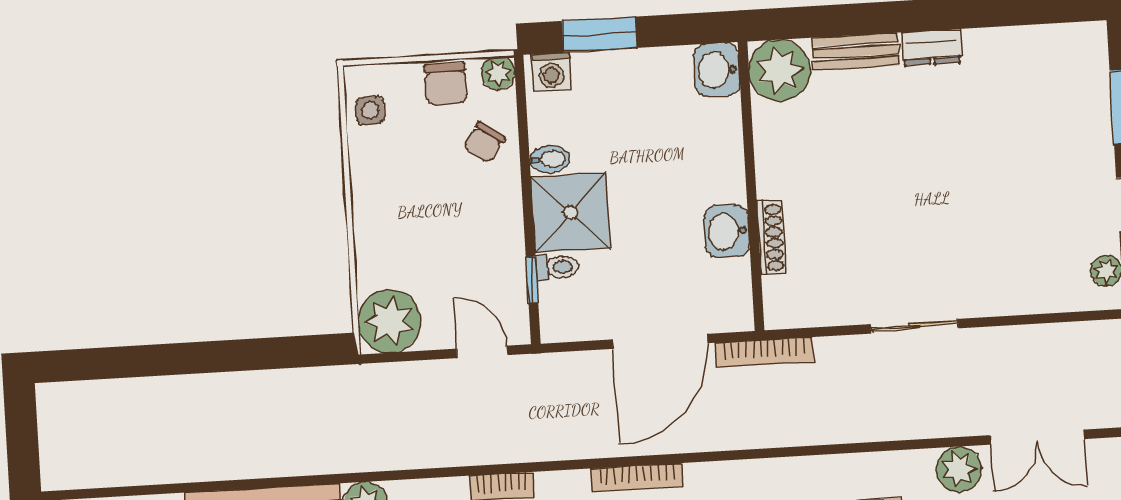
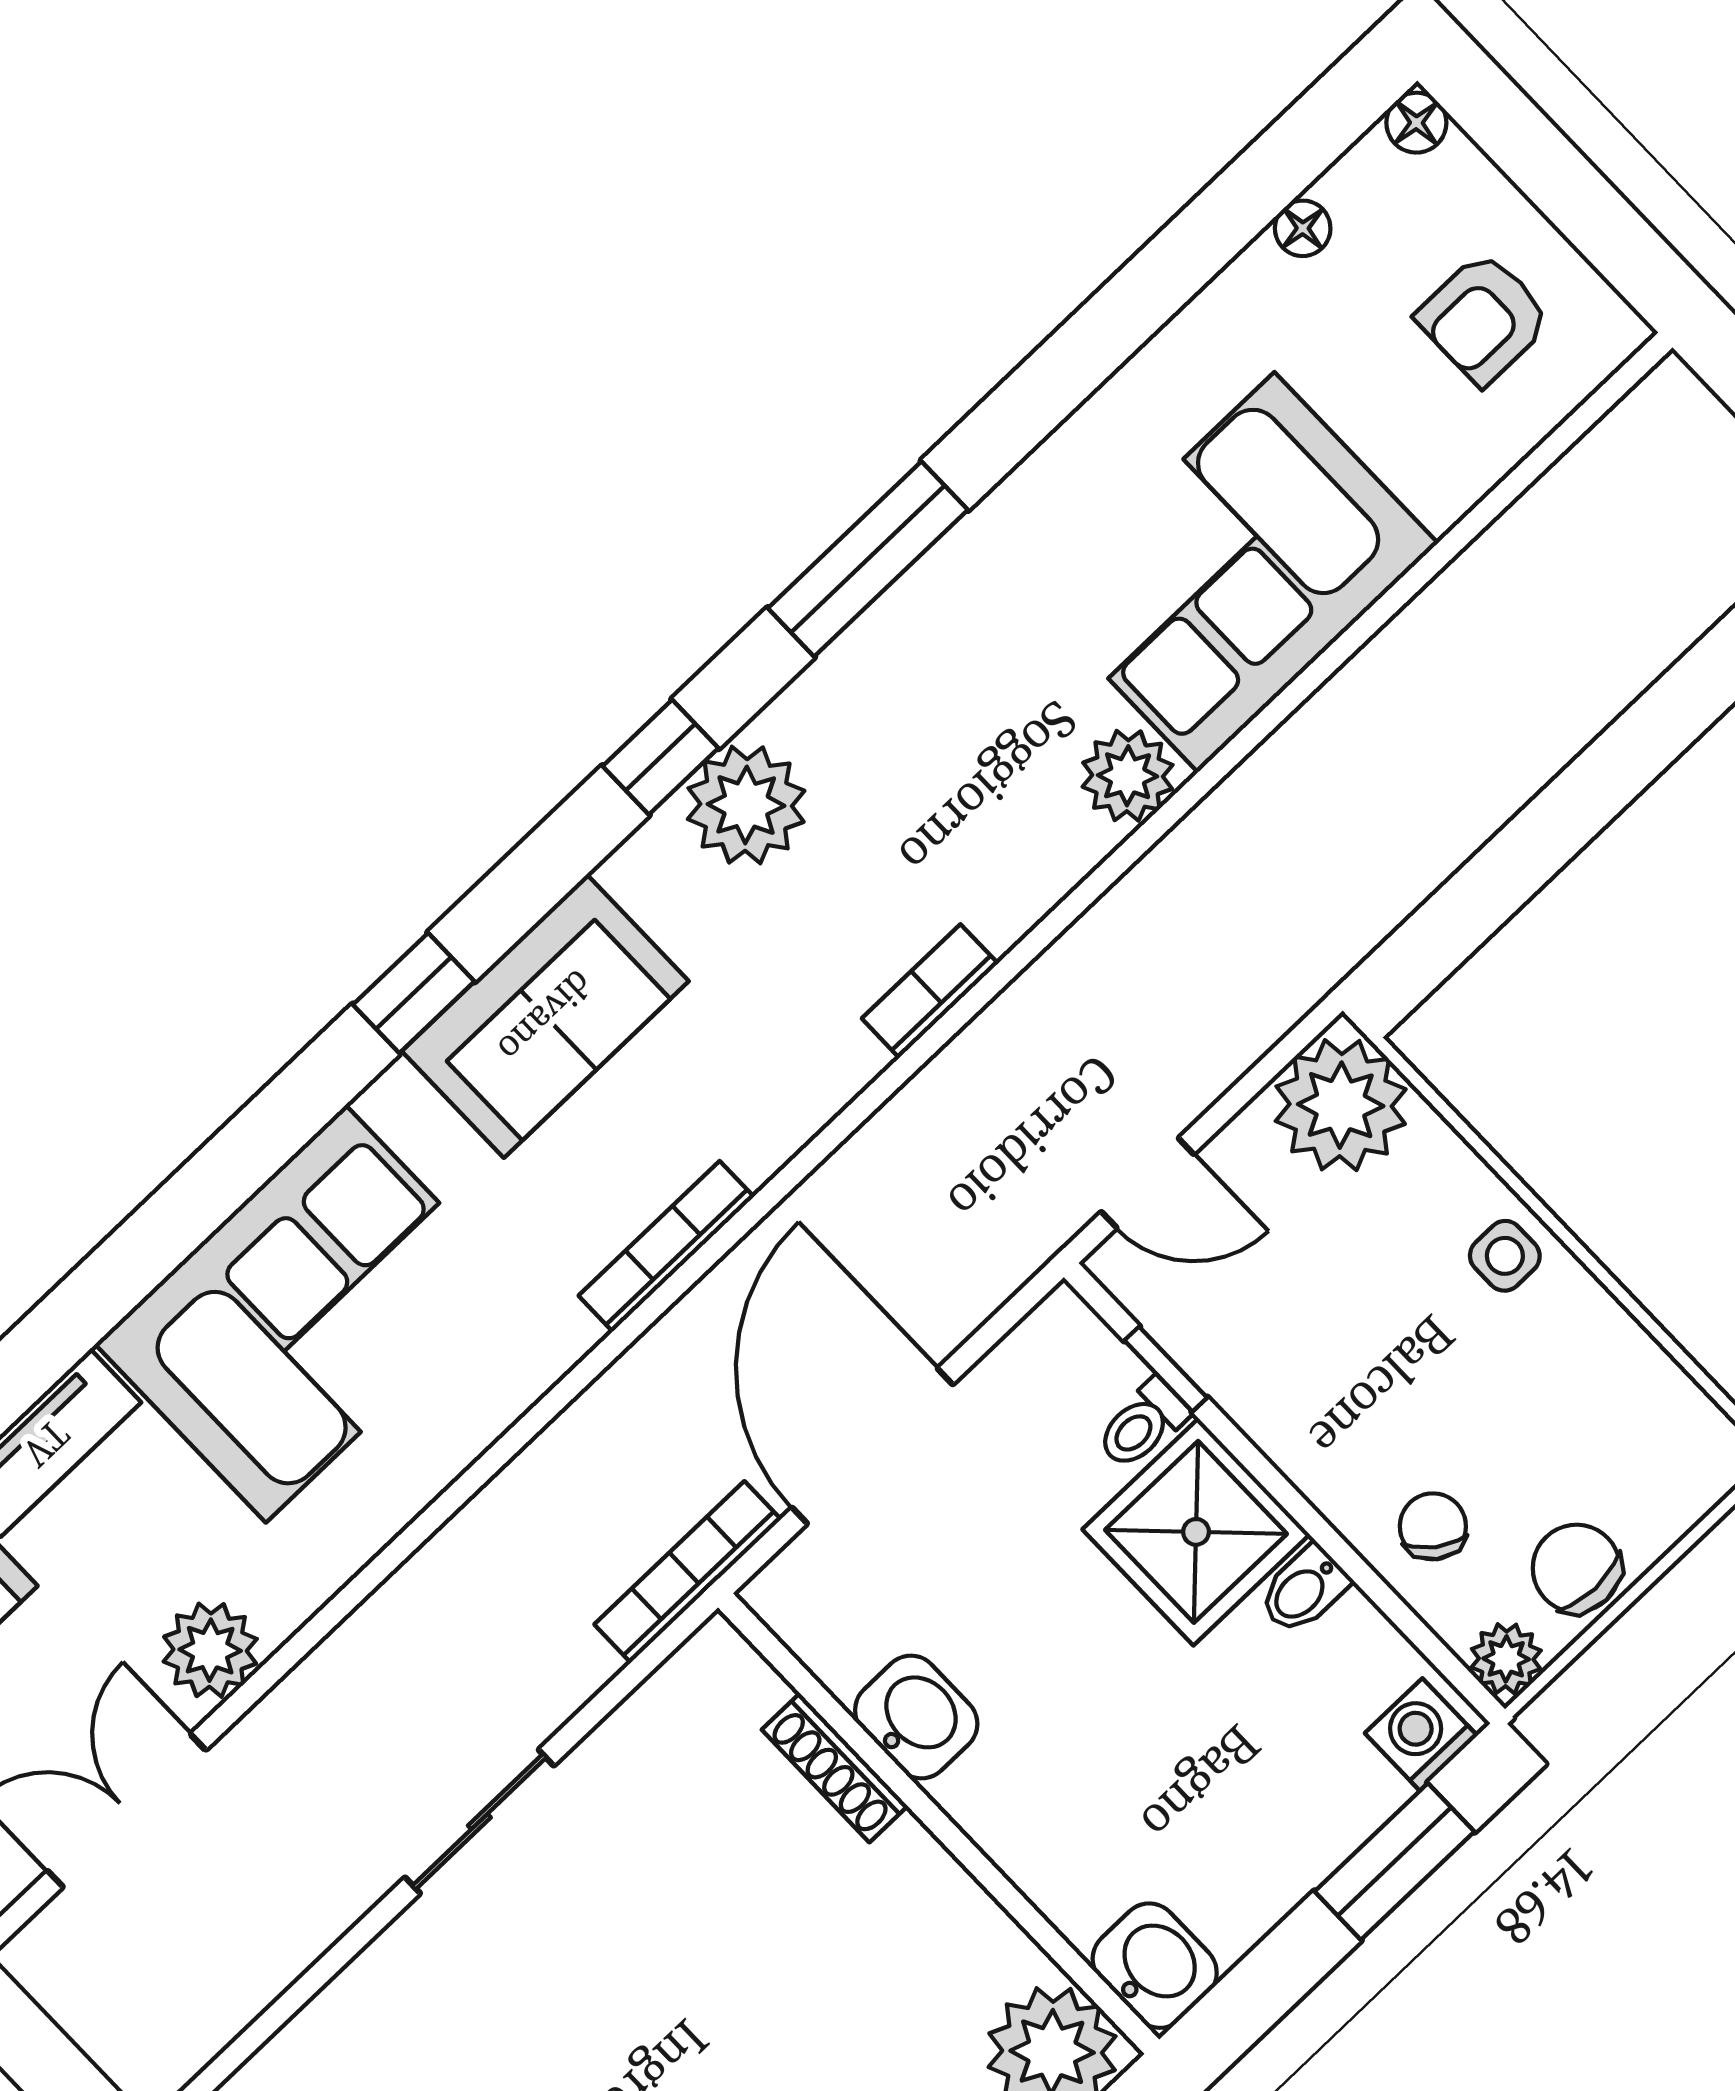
side table: (370, 110) -> (1505, 1256), moved
bookcase: (637, 477) -> (666, 1246), moved

